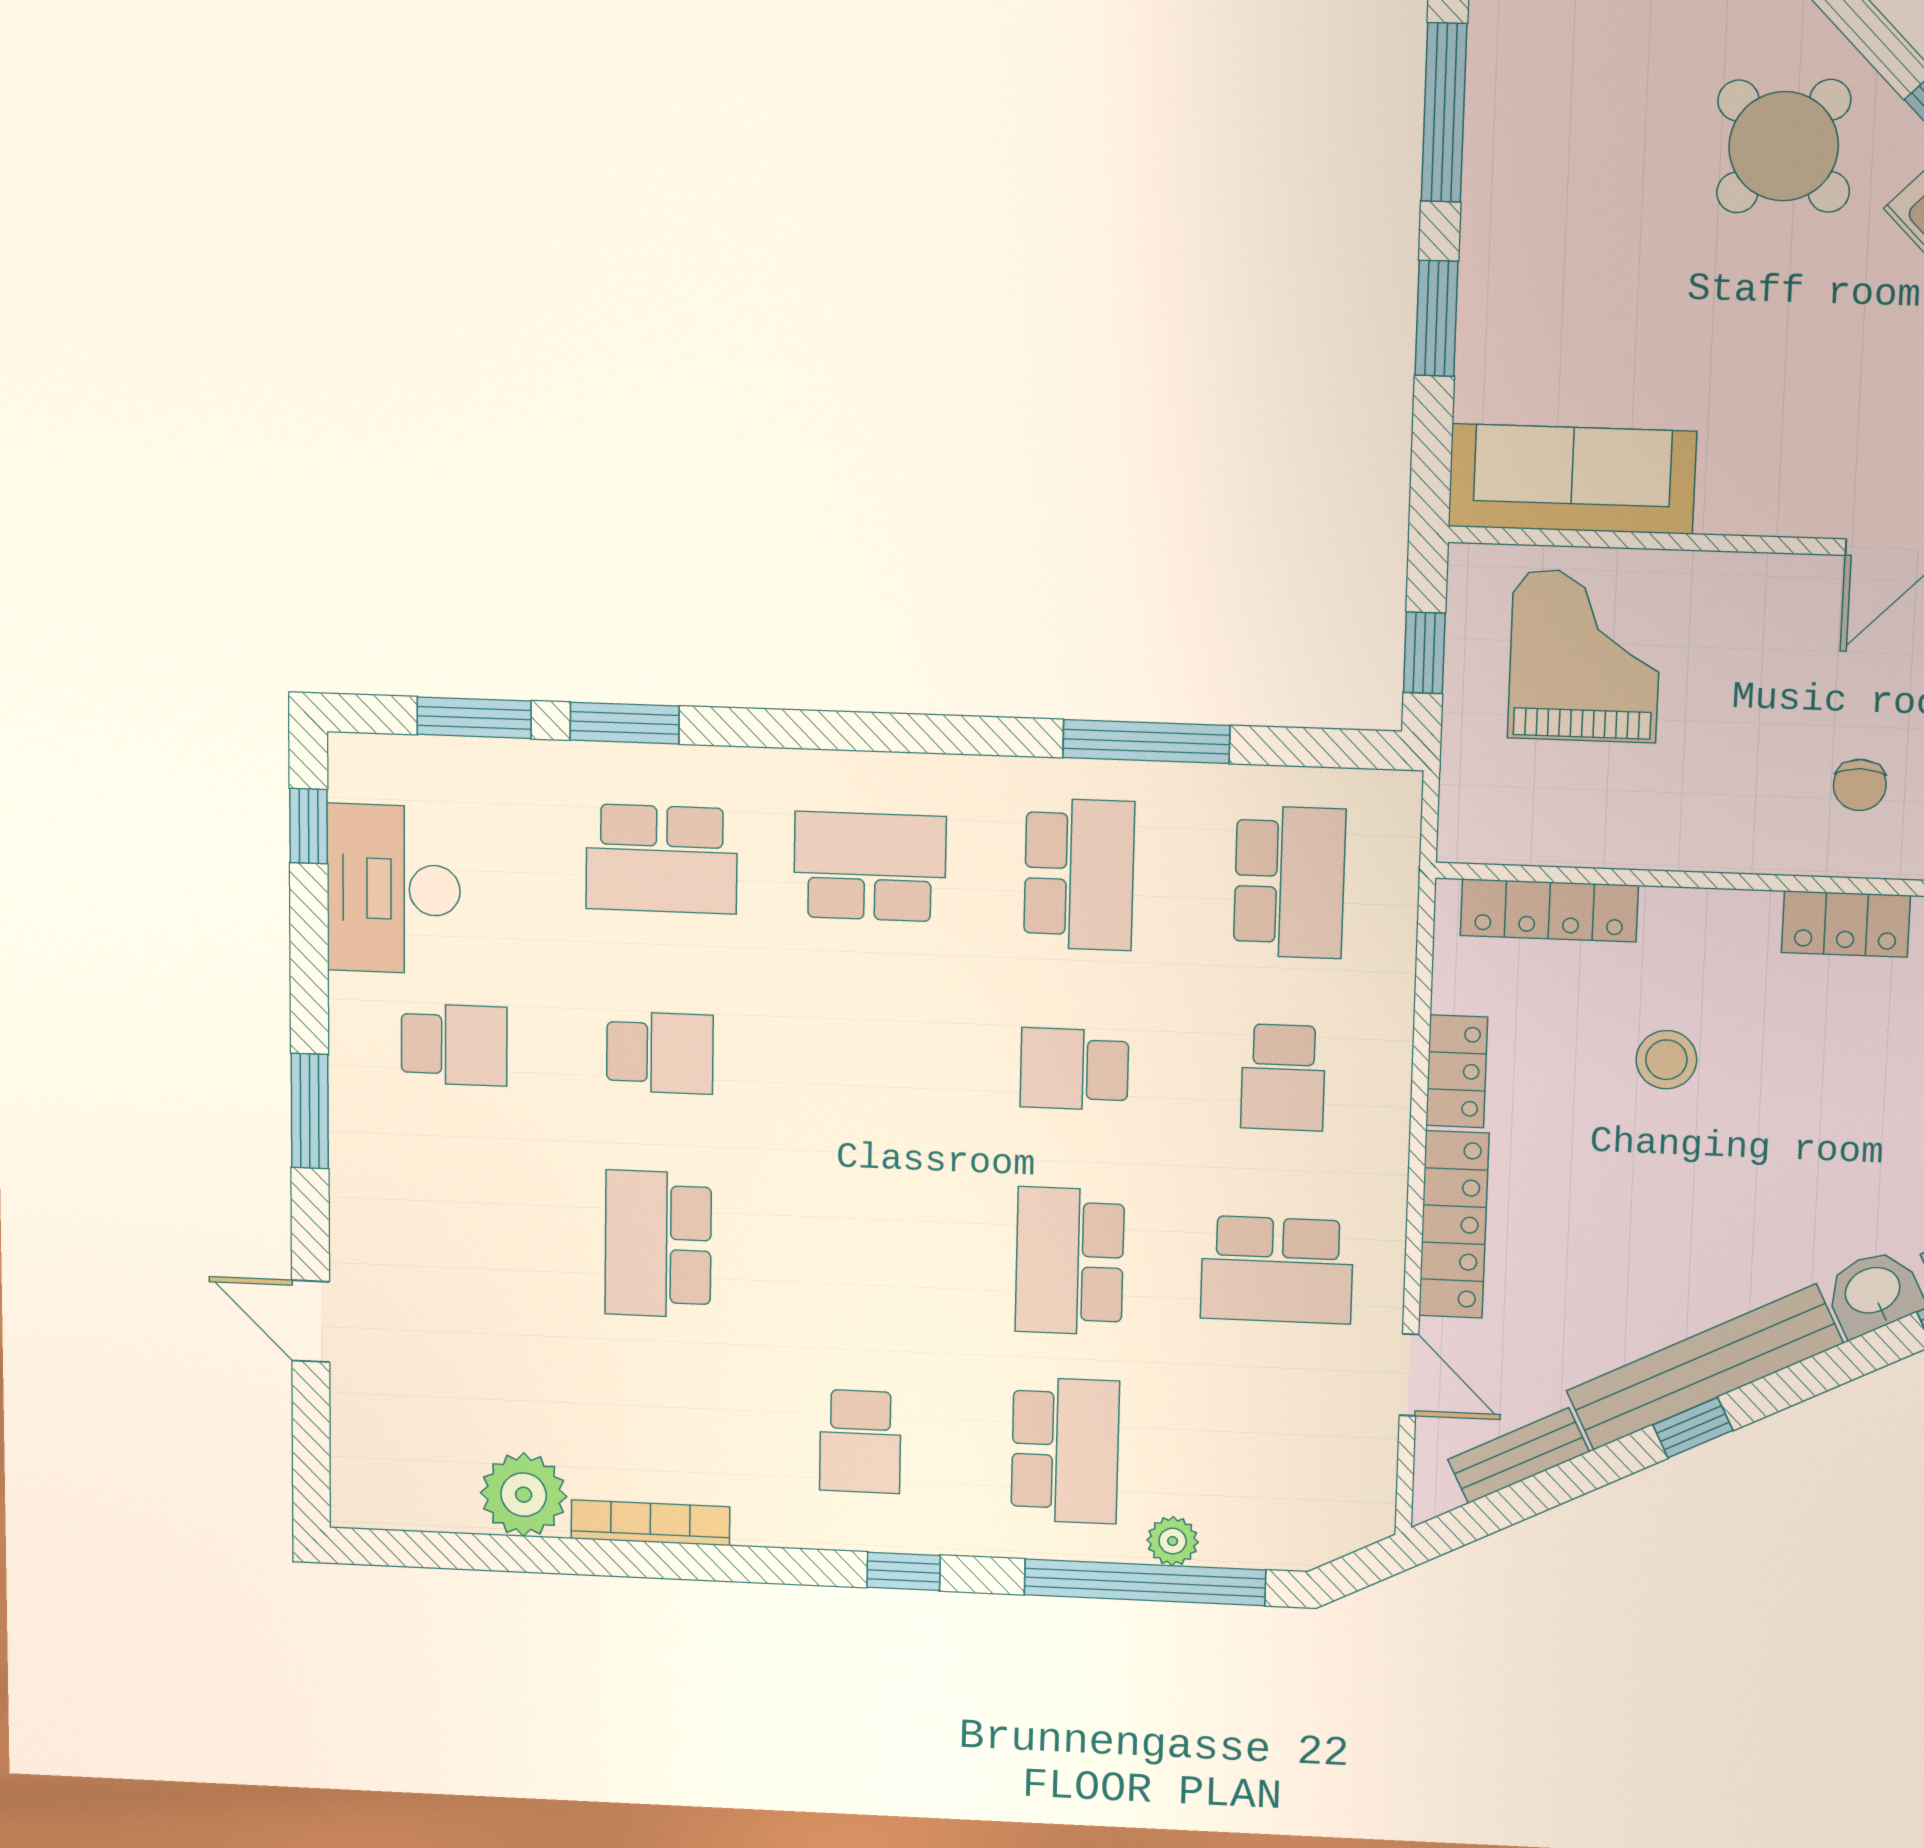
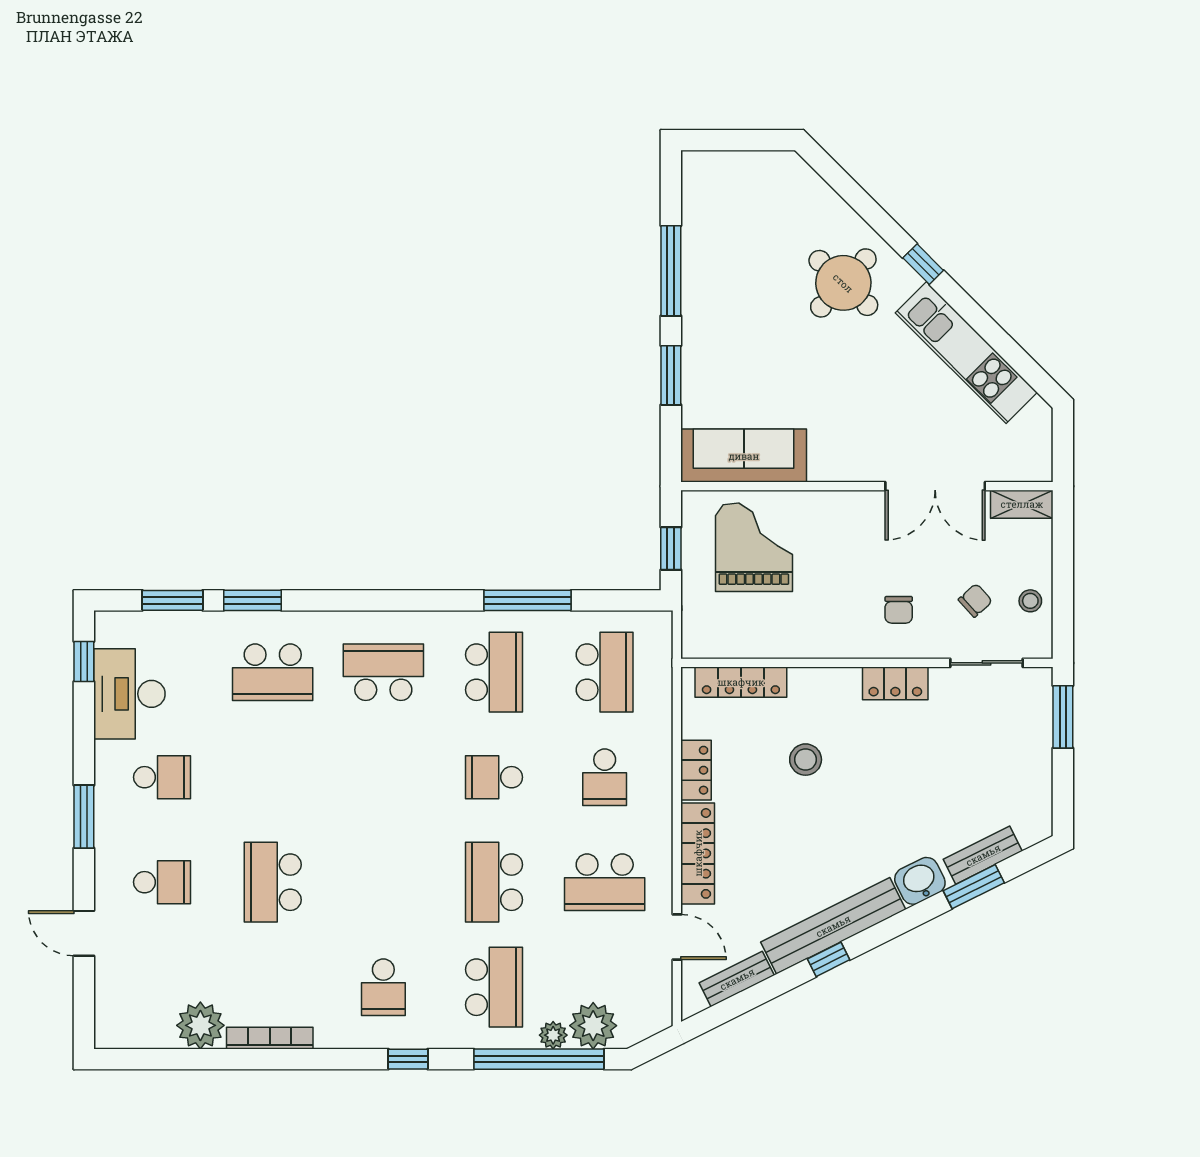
school desk: (660, 1053) -> (162, 882), moved
plant: (1247, 1527) -> (593, 1026), added

